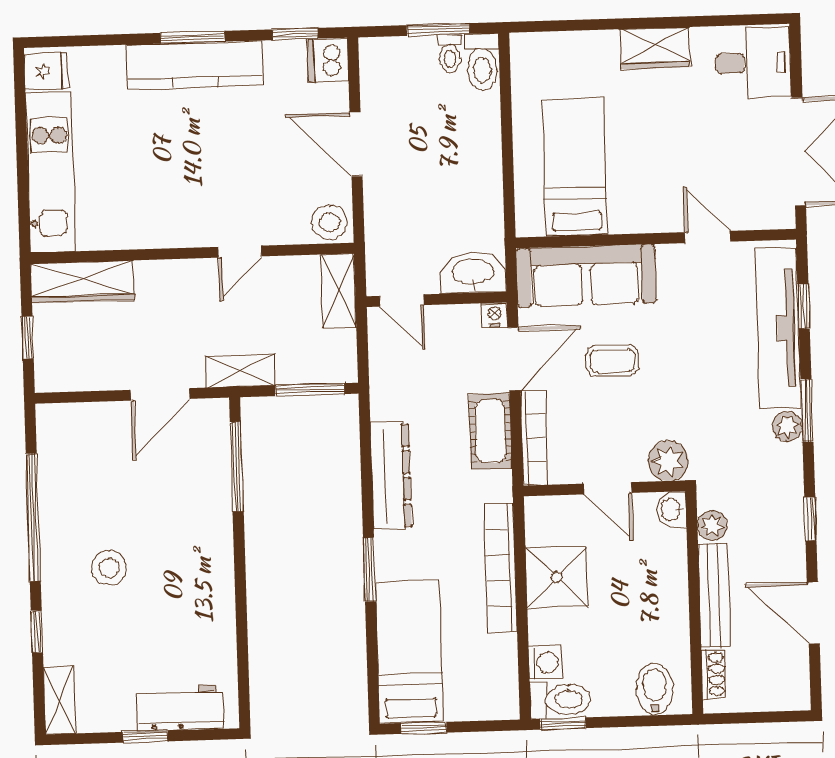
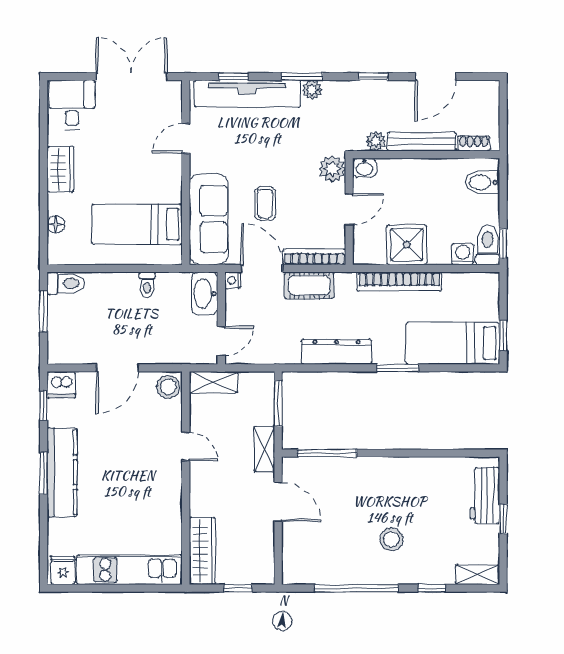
floor lamp: (571, 44) -> (56, 225), added
toilet: (450, 54) -> (147, 285), moved, turned 90

